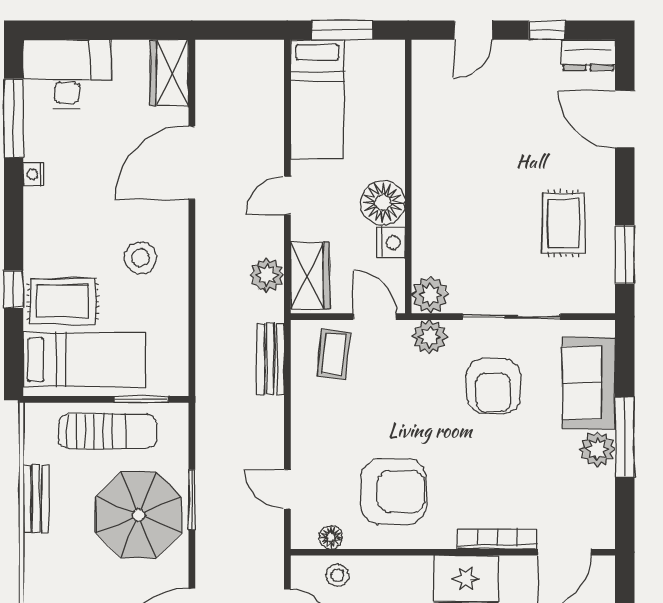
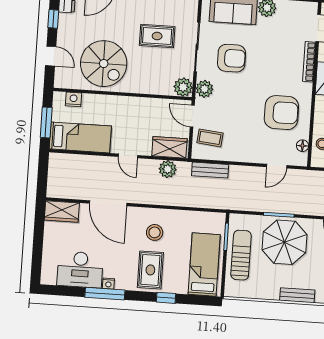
desk: (67, 74) -> (80, 270), moved, turned -90
window: (14, 118) -> (105, 294), moved
spiral stairs: (466, 135) -> (104, 64), added
floor lamp: (383, 203) -> (135, 108), removed
rug: (563, 223) -> (157, 36), moved
nightstand: (391, 243) -> (74, 99), moved
rug: (63, 301) -> (150, 270), moved
door: (374, 317) -> (192, 116), hinge flipped
armchair: (393, 492) -> (281, 113), turned 90
bench: (36, 499) -> (297, 295), moved

